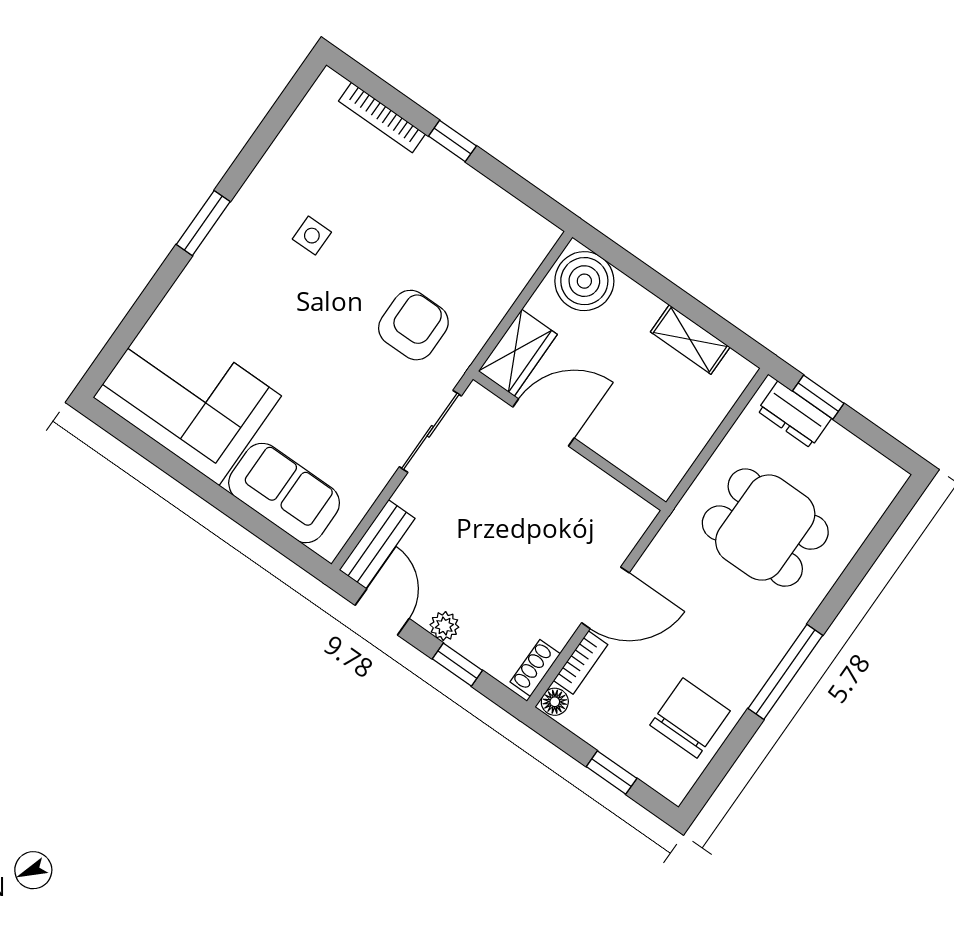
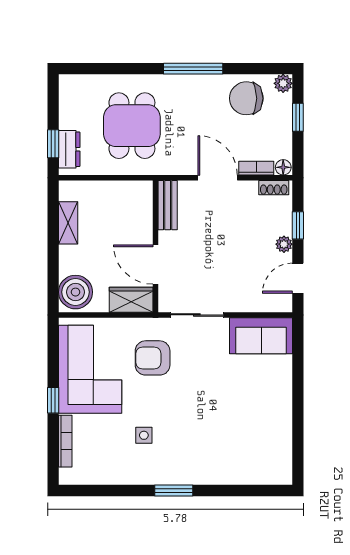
corner sofa: (187, 397) -> (90, 369), moved, turned 180
sofa: (284, 493) -> (261, 336), moved, turned -90
bench: (377, 544) -> (168, 205), moved, turned 90
plant: (675, 785) -> (283, 83), added

